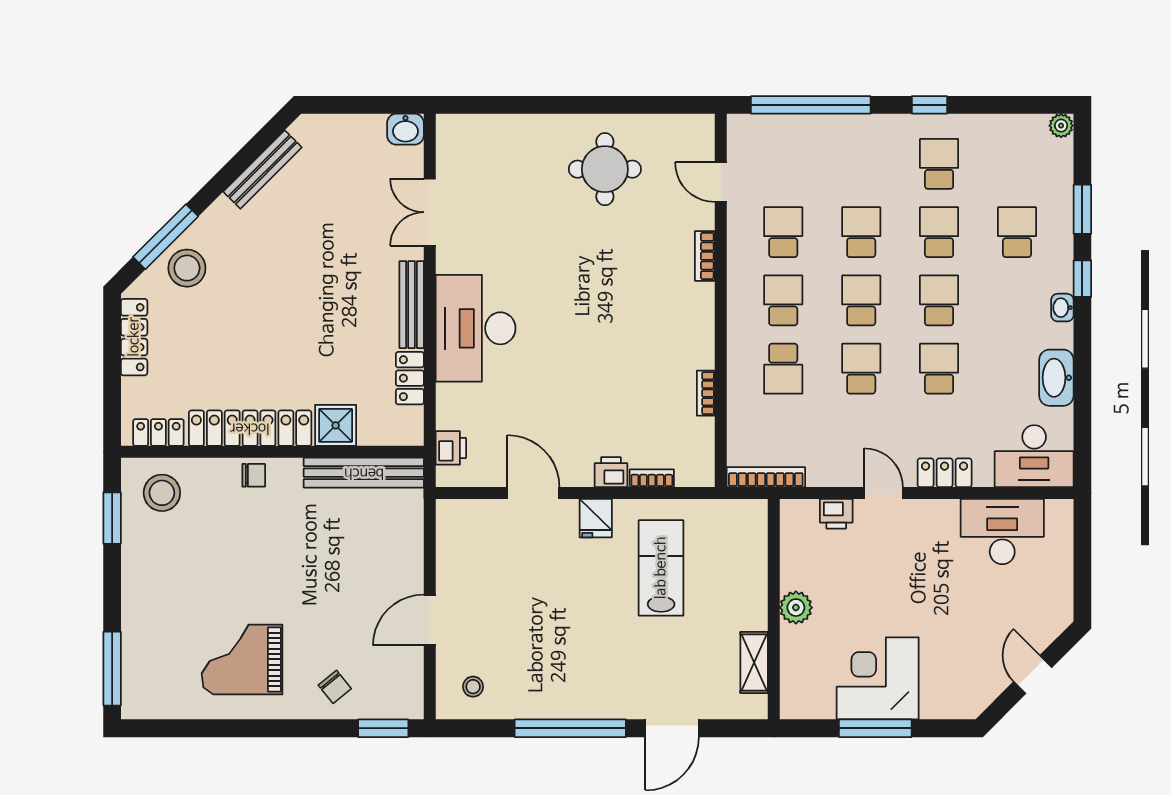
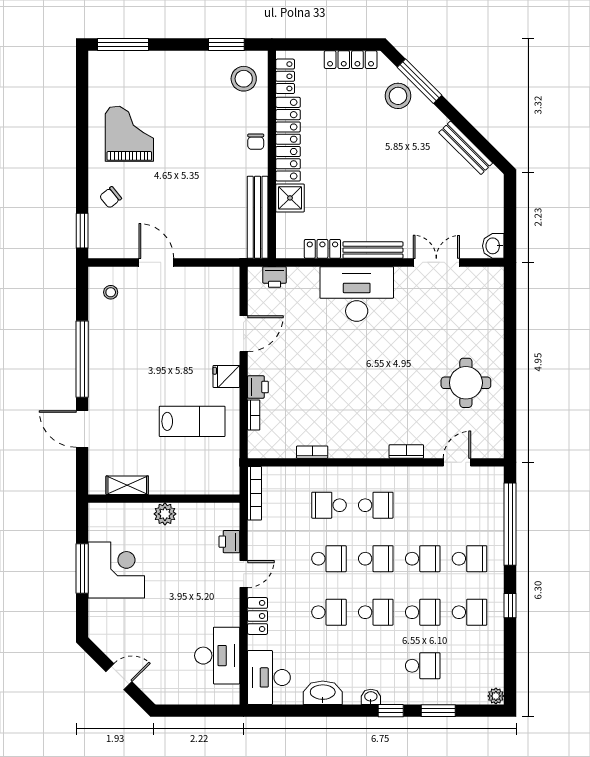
school desk: (783, 232) -> (470, 559), moved

